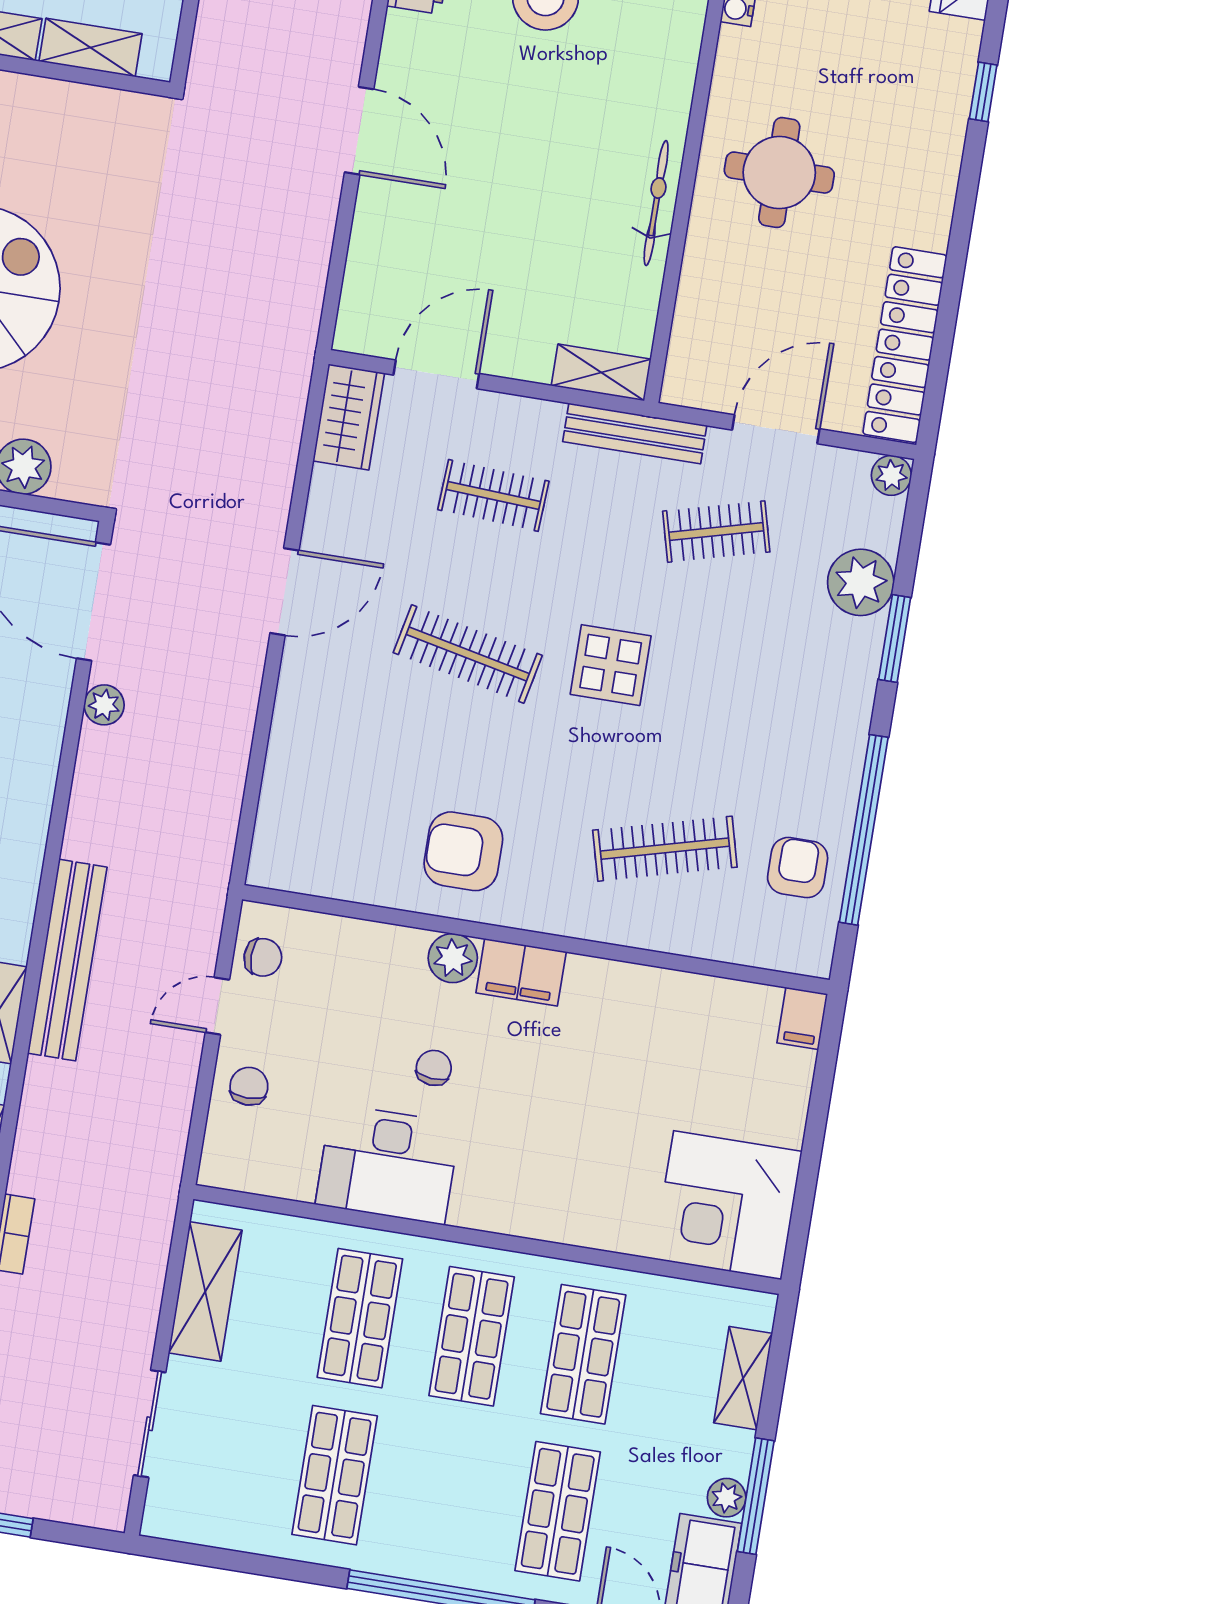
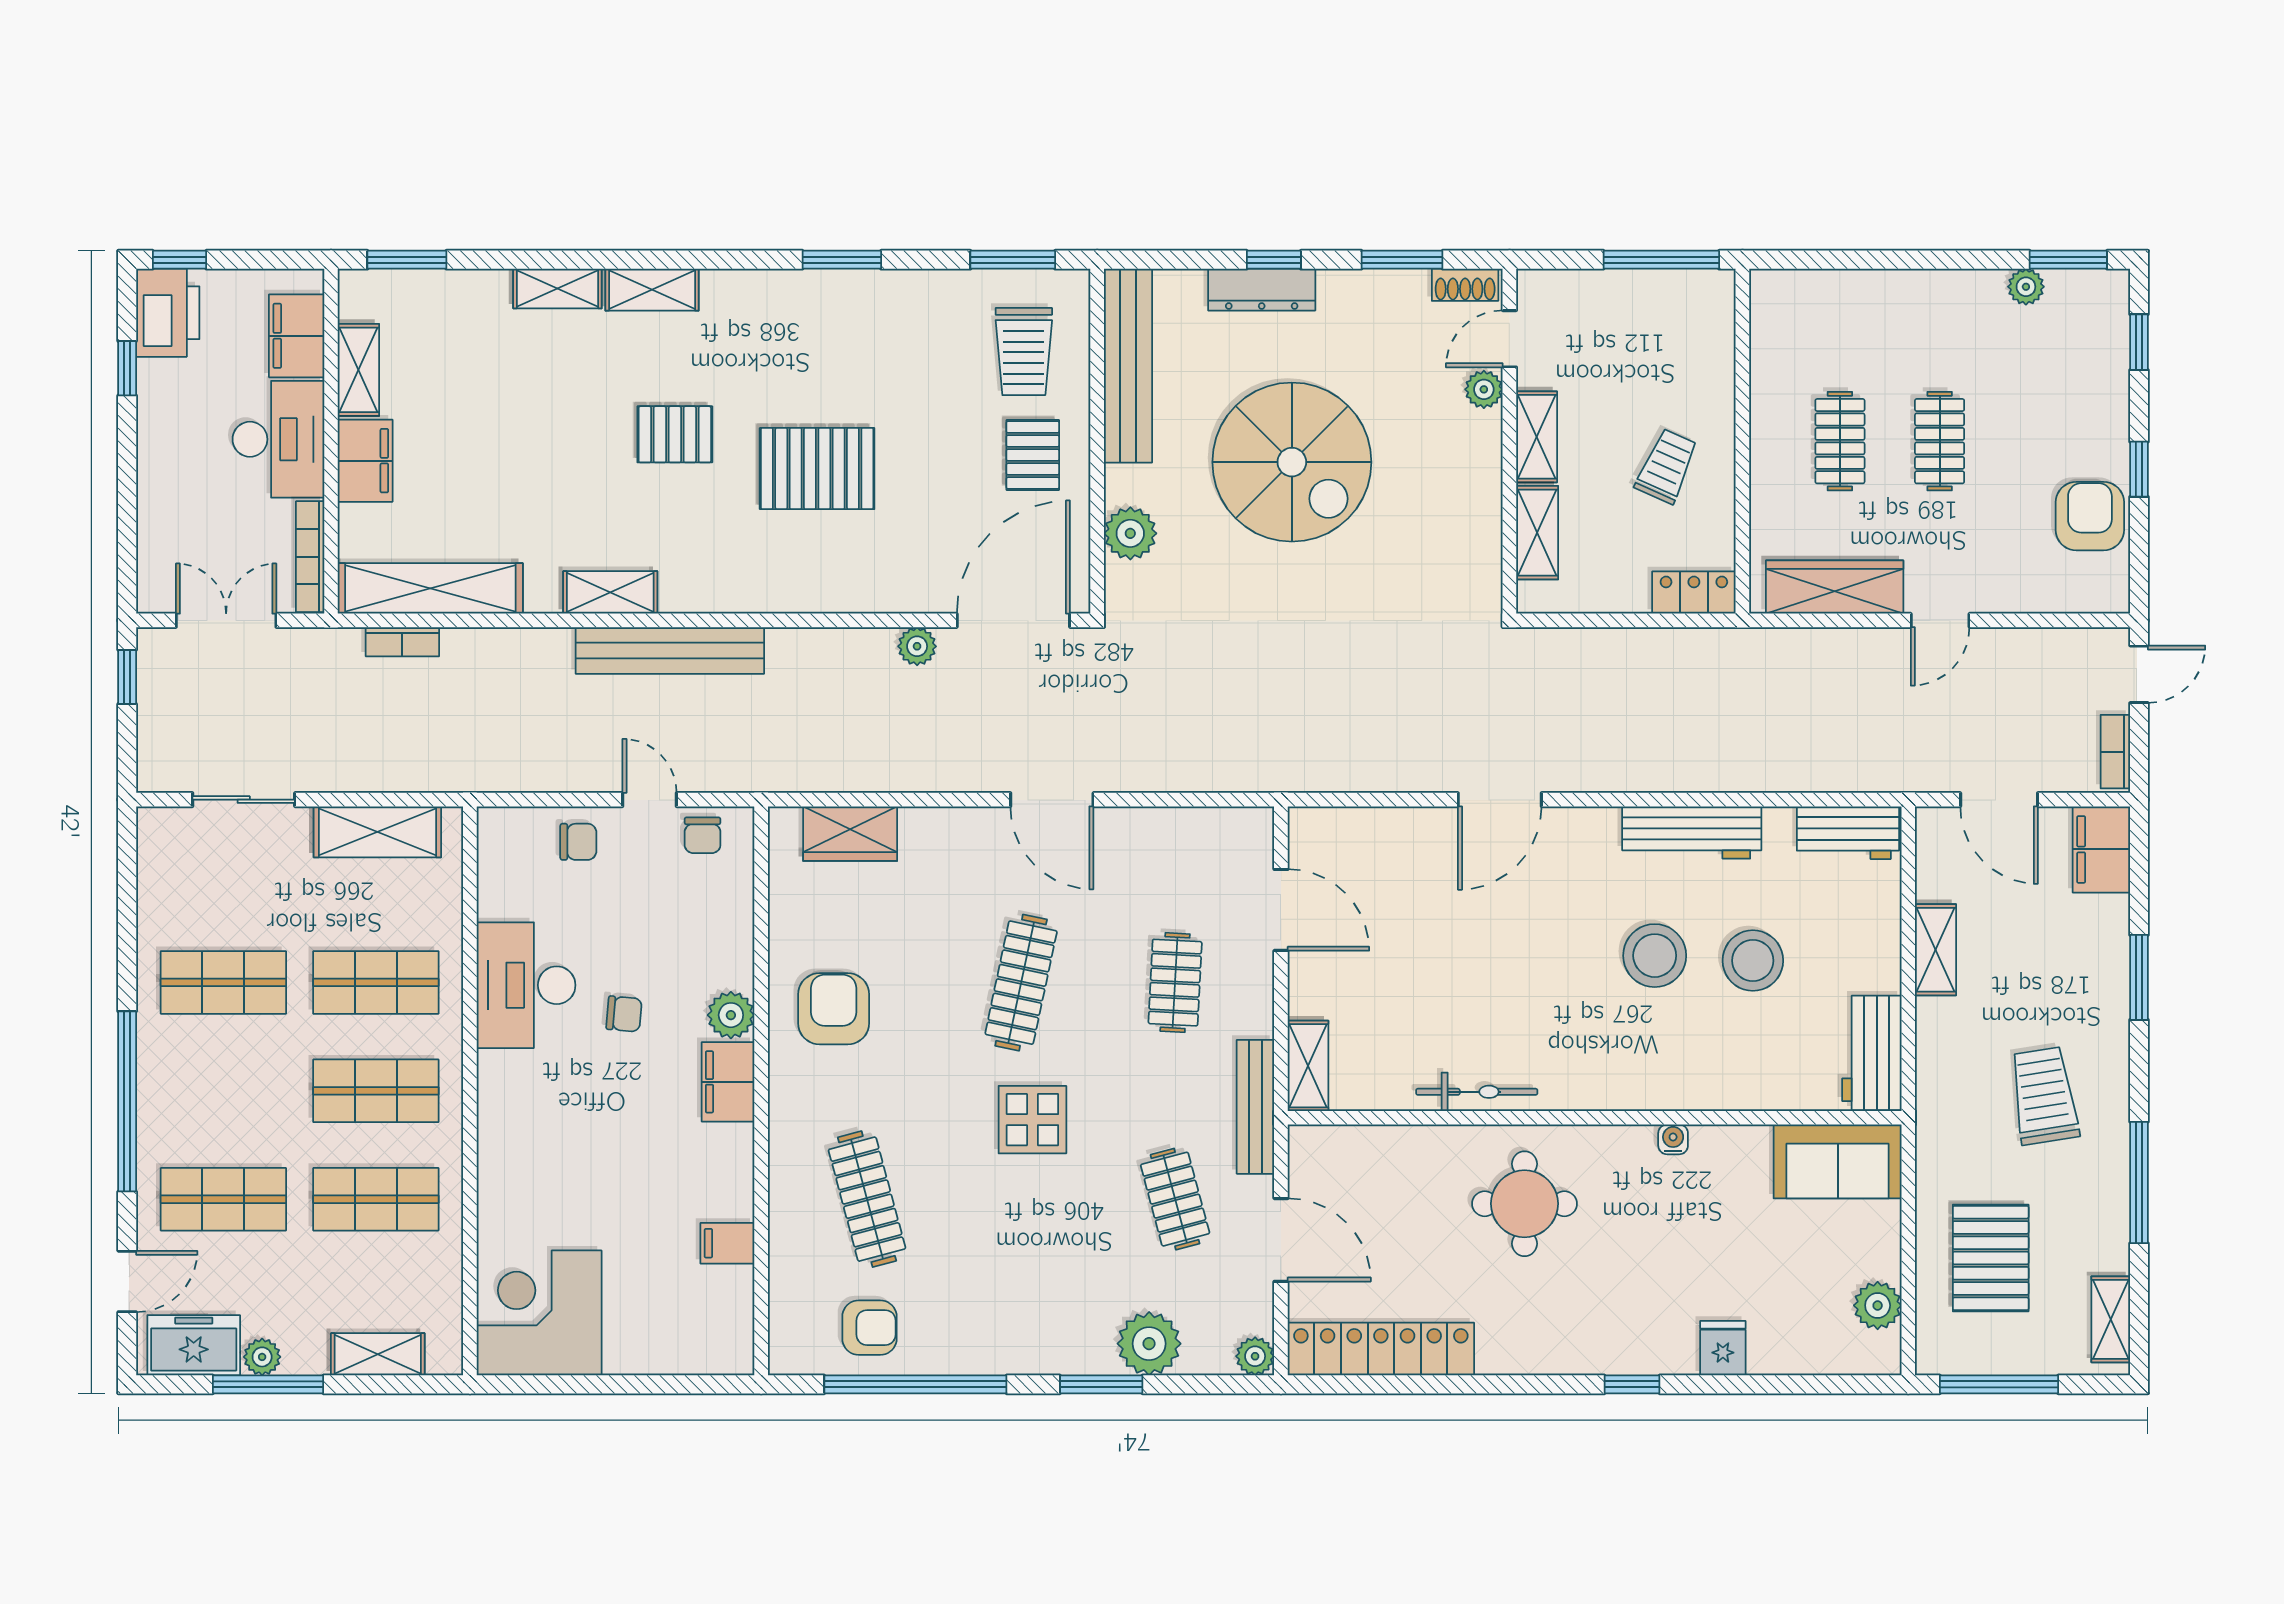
wardrobe: (349, 417) -> (850, 834), moved
filing cabinet: (802, 1018) -> (727, 1243), moved

